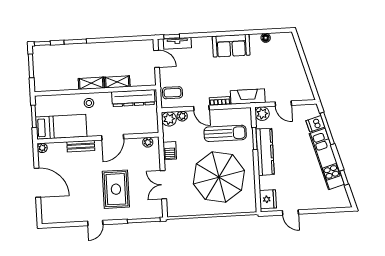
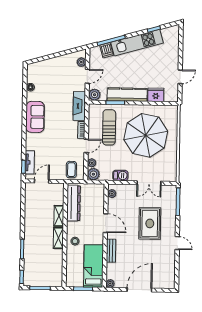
plant: (299, 95) -> (81, 62), added
rug: (116, 189) -> (150, 223), turned 90
fridge: (268, 199) -> (156, 95), moved

